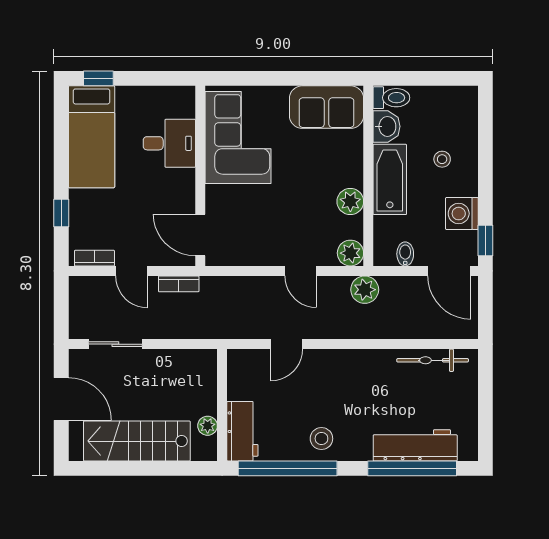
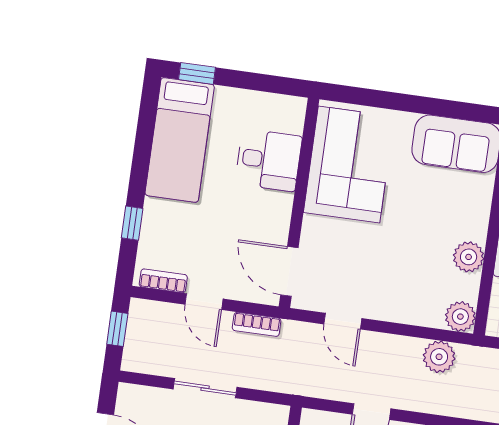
door: (301, 271) -> (343, 321), moved
plant: (365, 290) -> (439, 357), moved
window: (61, 304) -> (117, 329), added
sliding door: (115, 344) -> (205, 388), moved

